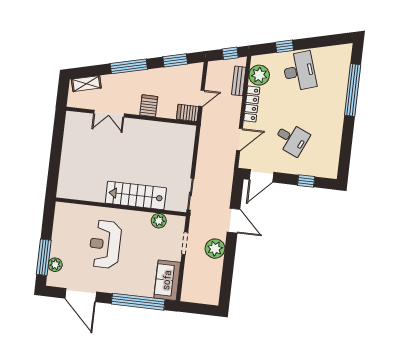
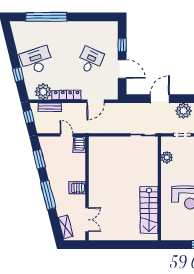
server rack: (149, 106) -> (77, 188), moved
double door: (109, 114) -> (87, 220), moved
door: (239, 139) -> (95, 101), swing flipped
door: (261, 176) -> (122, 69), moved
stairs: (136, 195) -> (149, 210), moved

